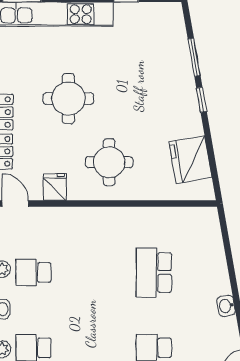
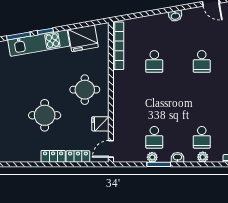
kitchen unit: (183, 89) -> (39, 43), added
bookcase: (179, 215) -> (118, 46), added
school desk: (154, 272) -> (154, 61), width x0.54

